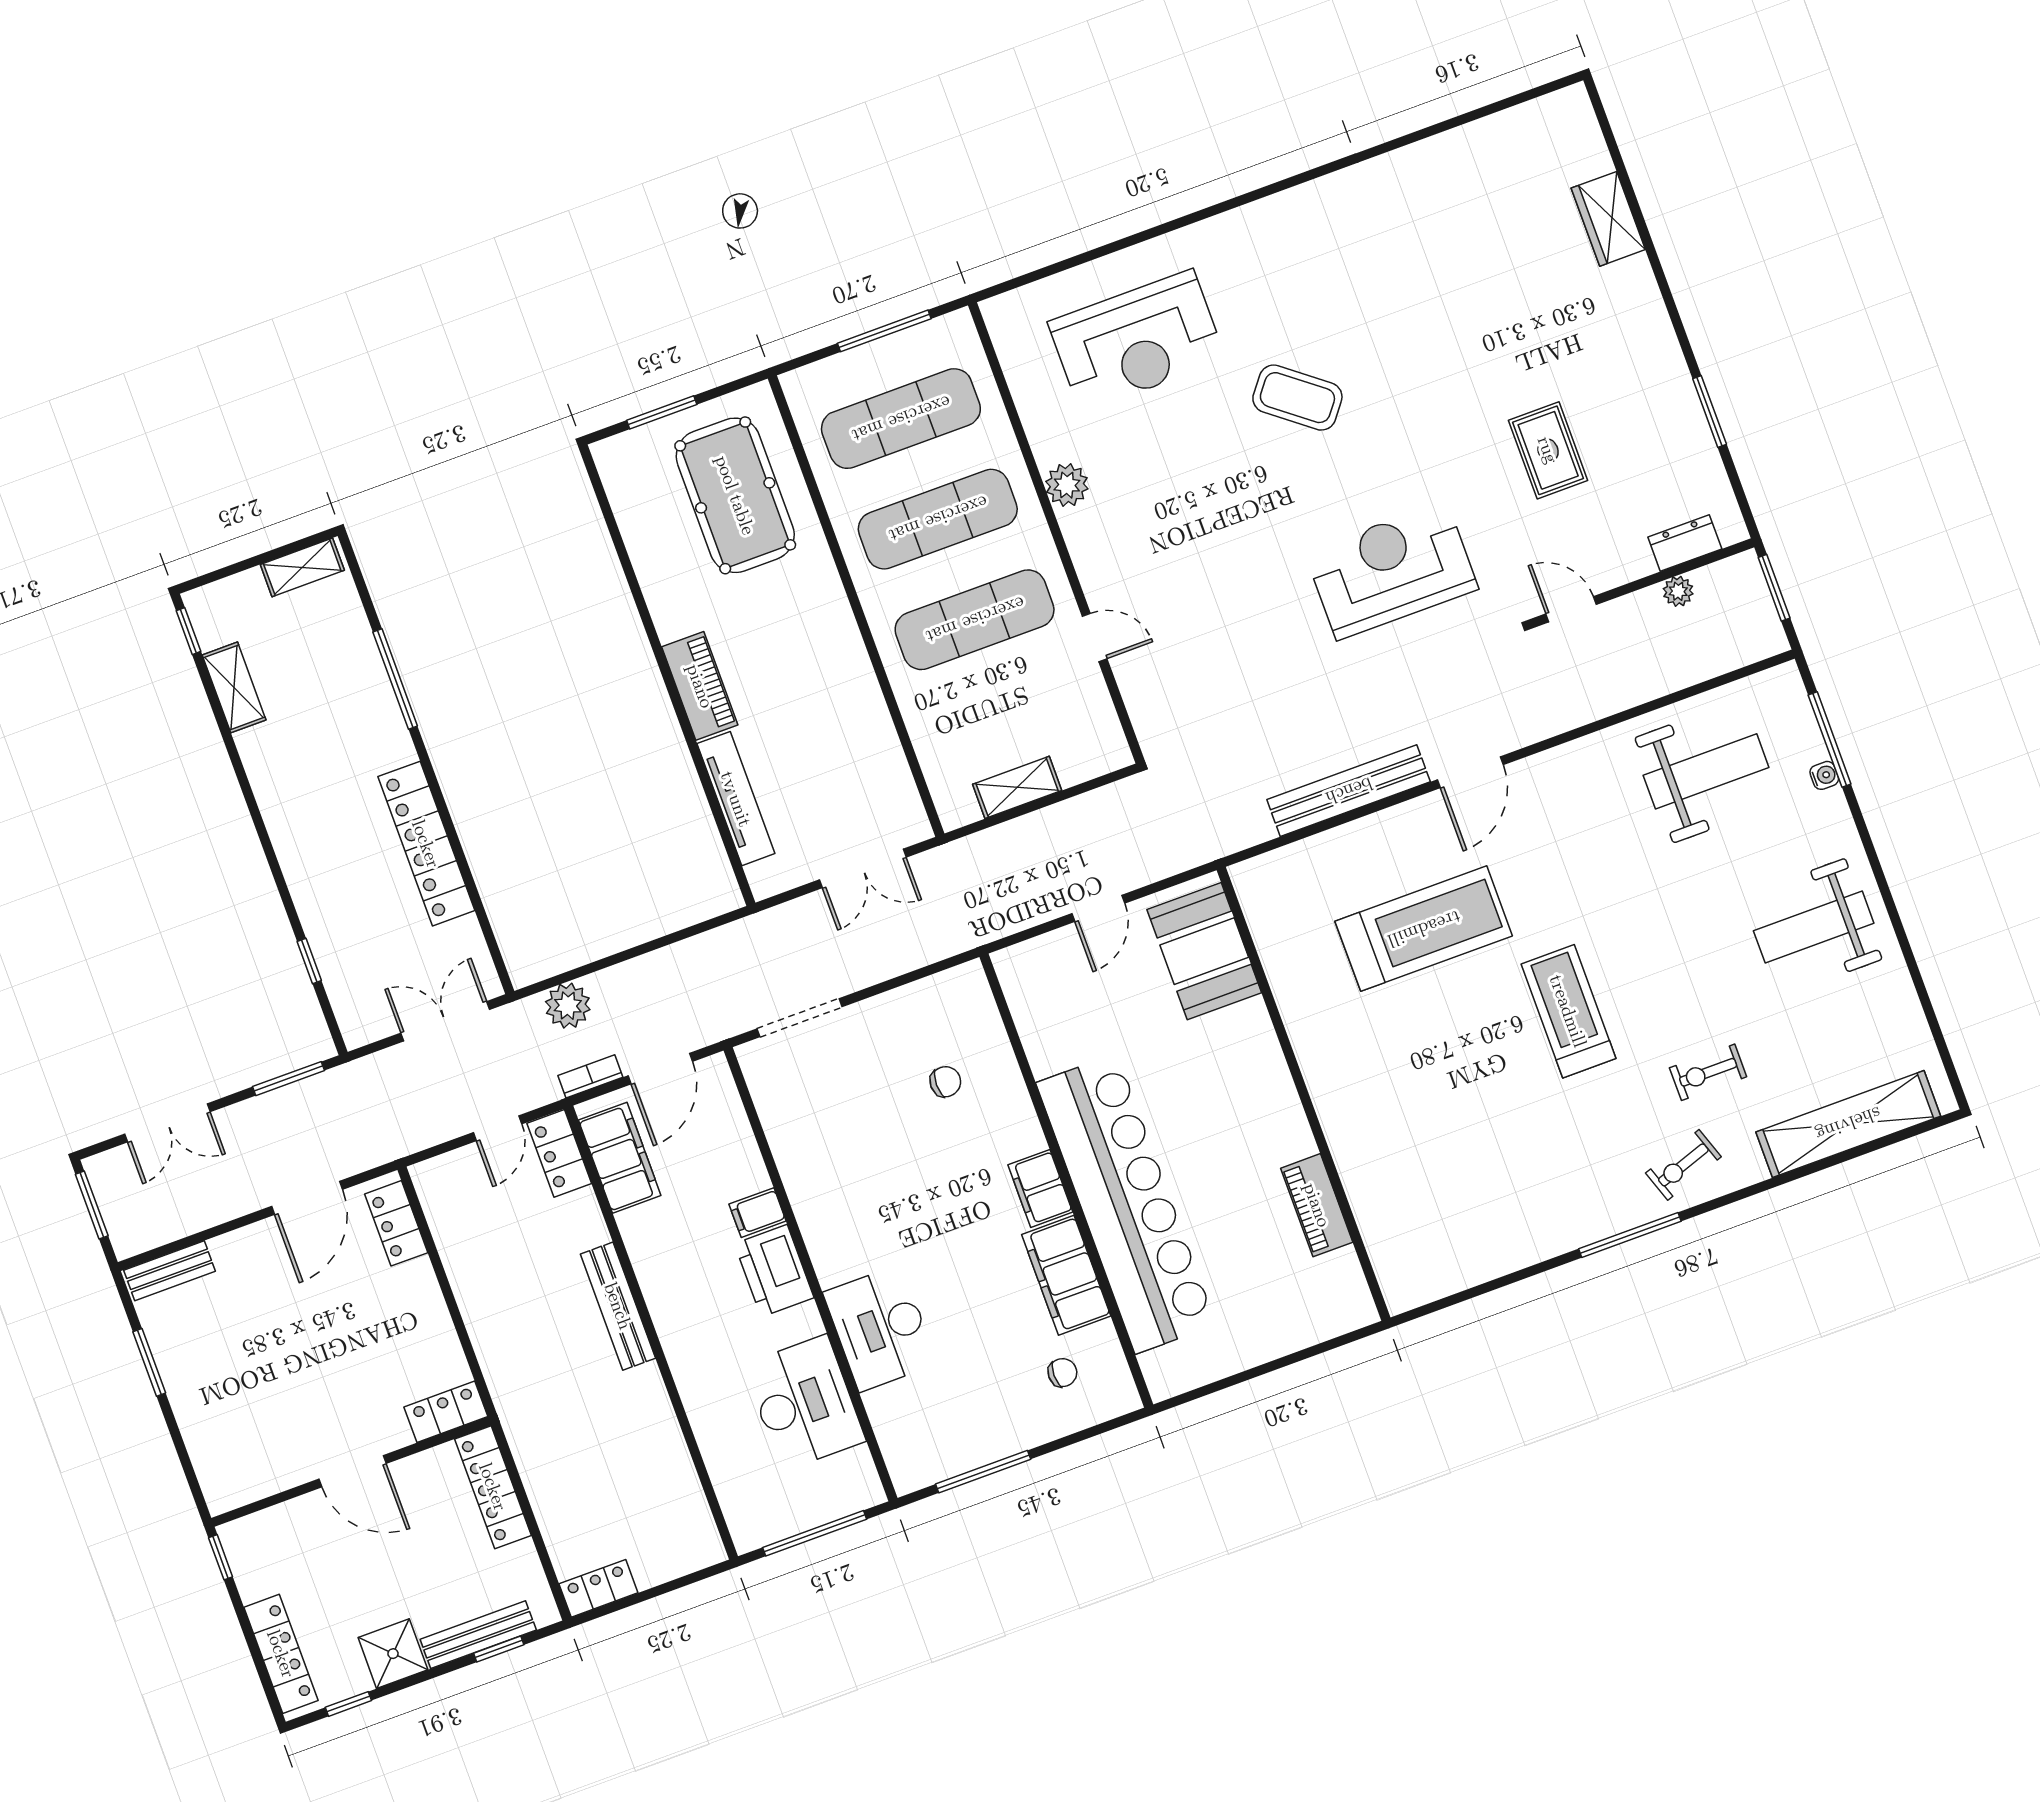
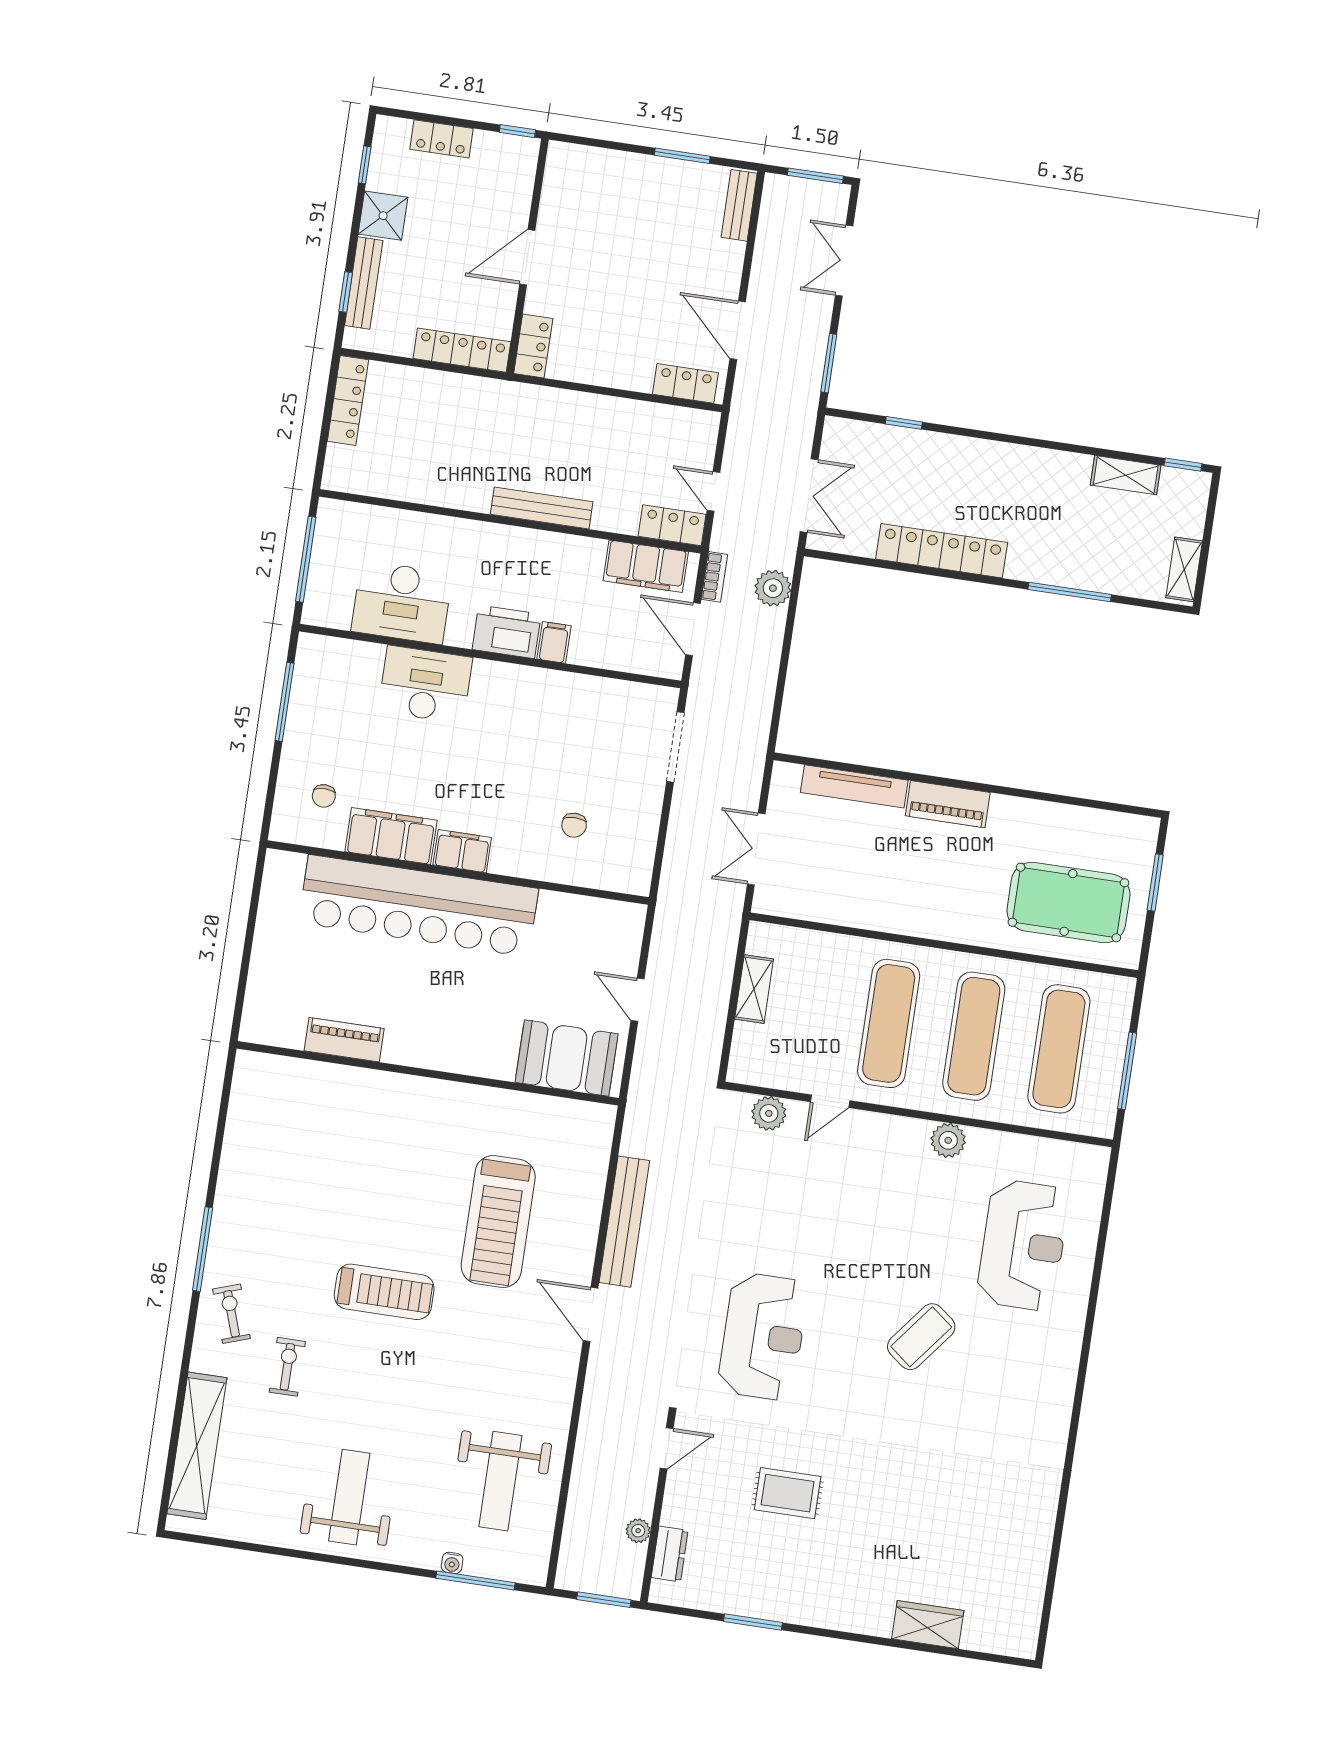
reception desk: (1137, 341) -> (1023, 1245), turned 180
plant: (1144, 697) -> (769, 1113), added
locker: (598, 1588) -> (348, 400), width x1.53
locker: (281, 1654) -> (441, 139), width x0.66

